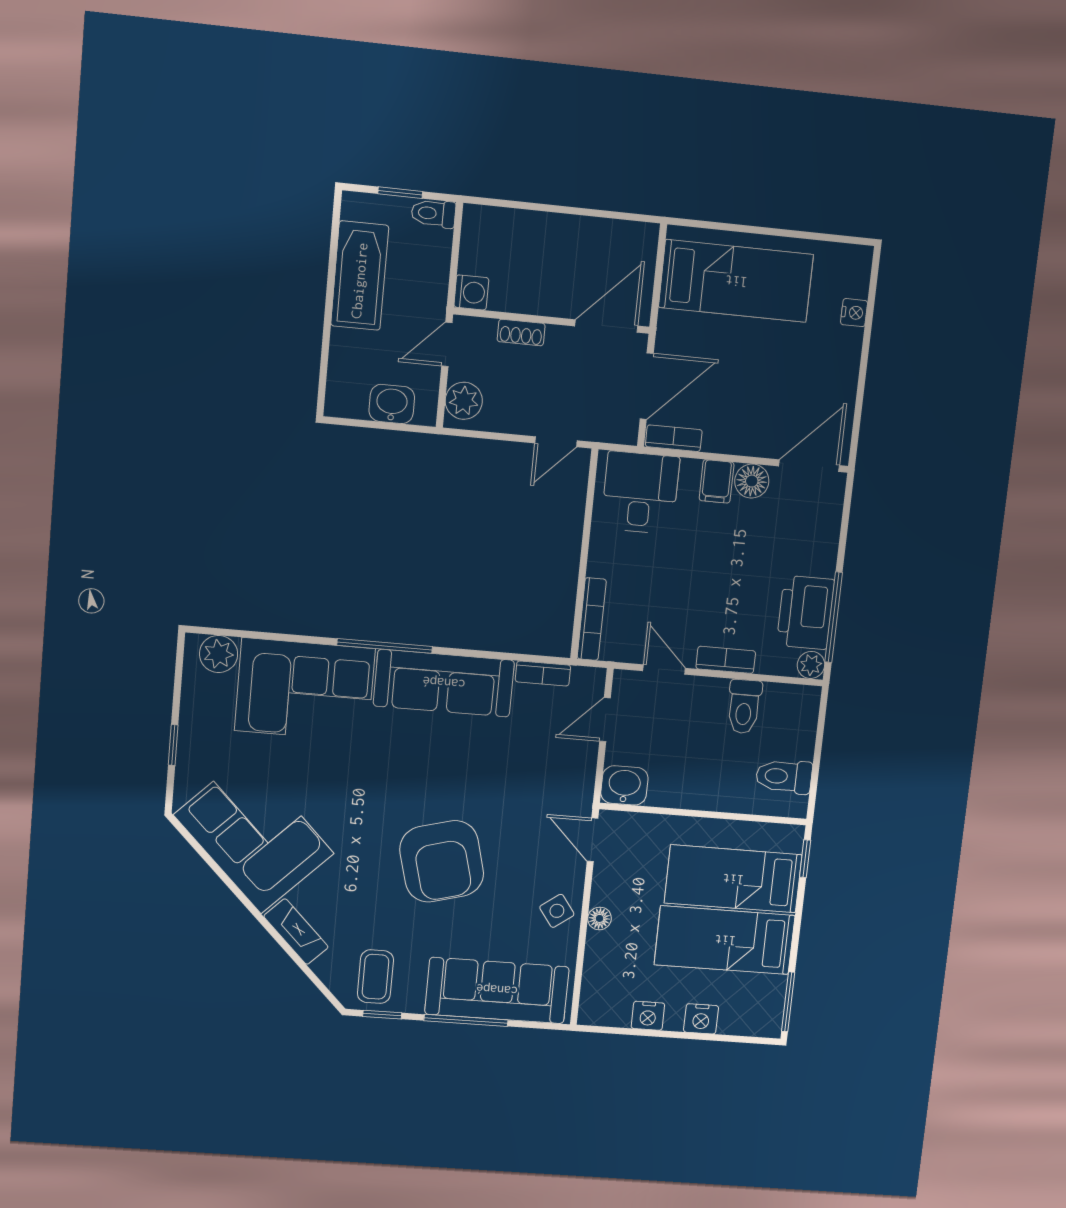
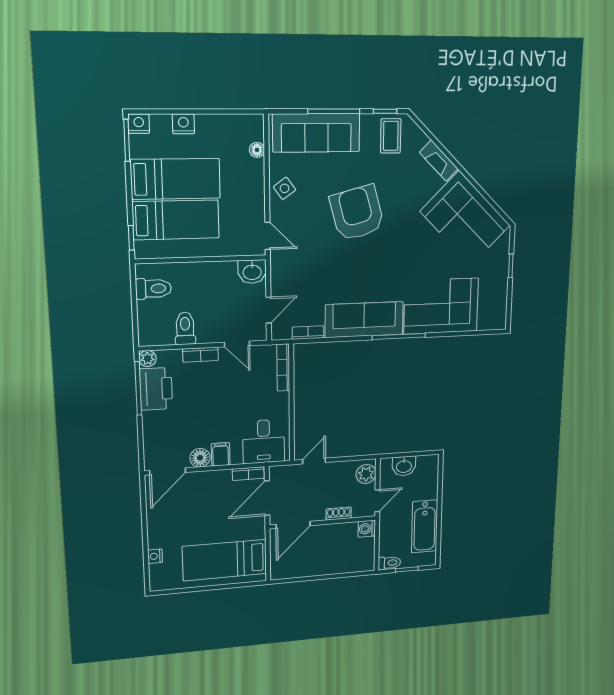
plant: (219, 654) -> (488, 320), removed
floor lamp: (600, 918) -> (257, 150), moved
nightstand: (648, 1016) -> (139, 124), moved

